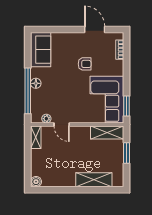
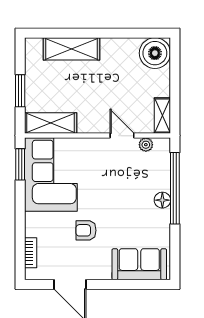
sofa: (41, 50) -> (139, 264), moved, turned 90
boiler: (36, 182) -> (155, 53), width x1.86, depth x1.86

